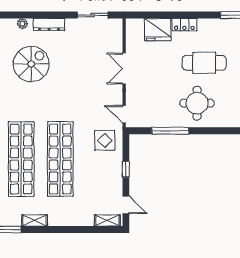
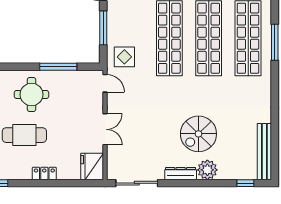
sliding door: (93, 15) -> (137, 183), width x1.37
plant: (22, 24) -> (207, 170), width x1.87, depth x1.87
fridge: (158, 30) -> (92, 166), moved, turned -90
window: (126, 169) -> (103, 28), width x2.17

